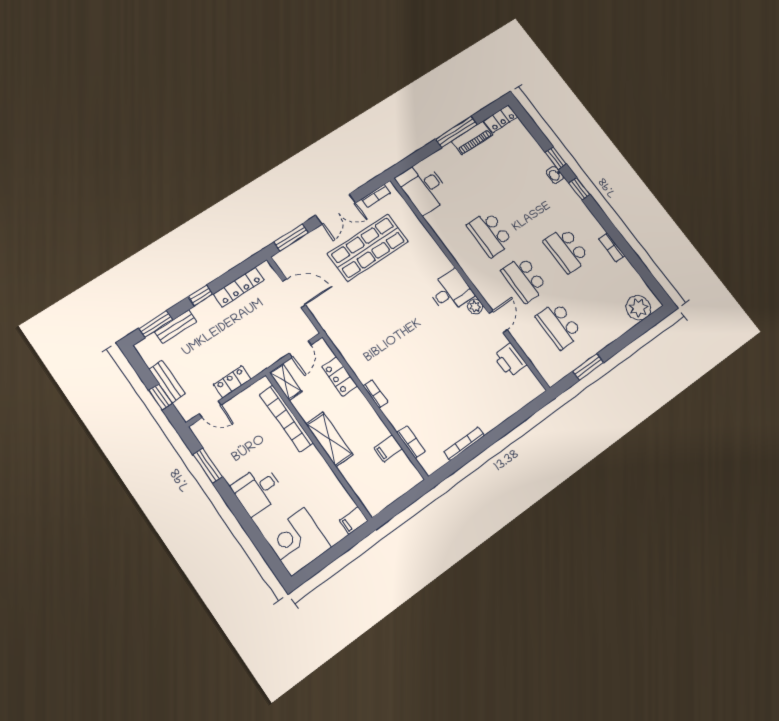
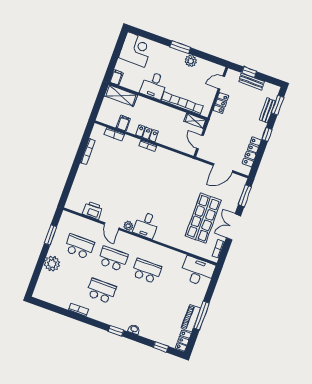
window: (556, 158) -> (161, 347), moved
plant: (638, 308) -> (52, 264), moved
locker: (340, 377) -> (147, 133), moved
shelving: (329, 439) -> (121, 96), moved
window: (208, 466) -> (180, 47), moved
plant: (231, 470) -> (191, 61), added
desk: (258, 490) -> (154, 85), moved, turned 180

